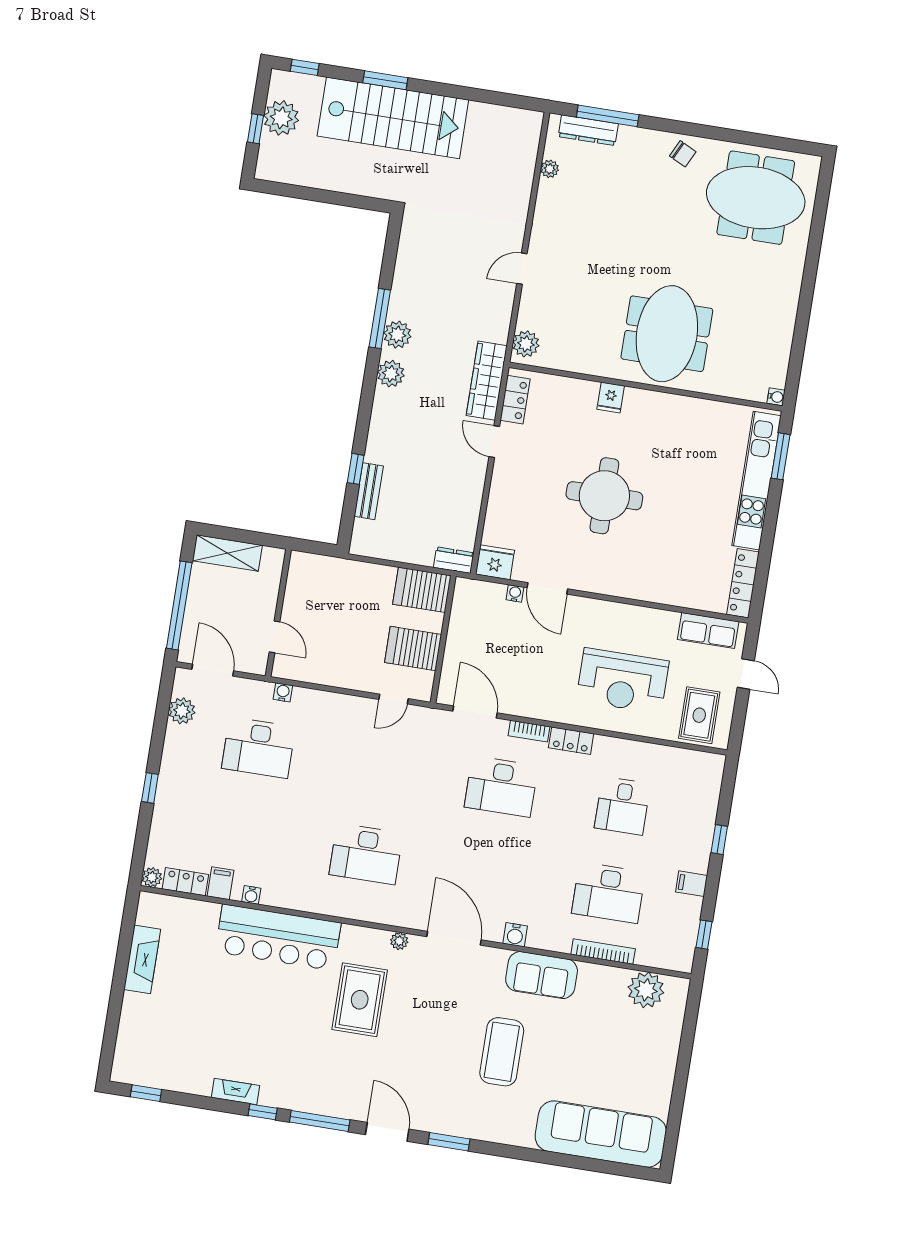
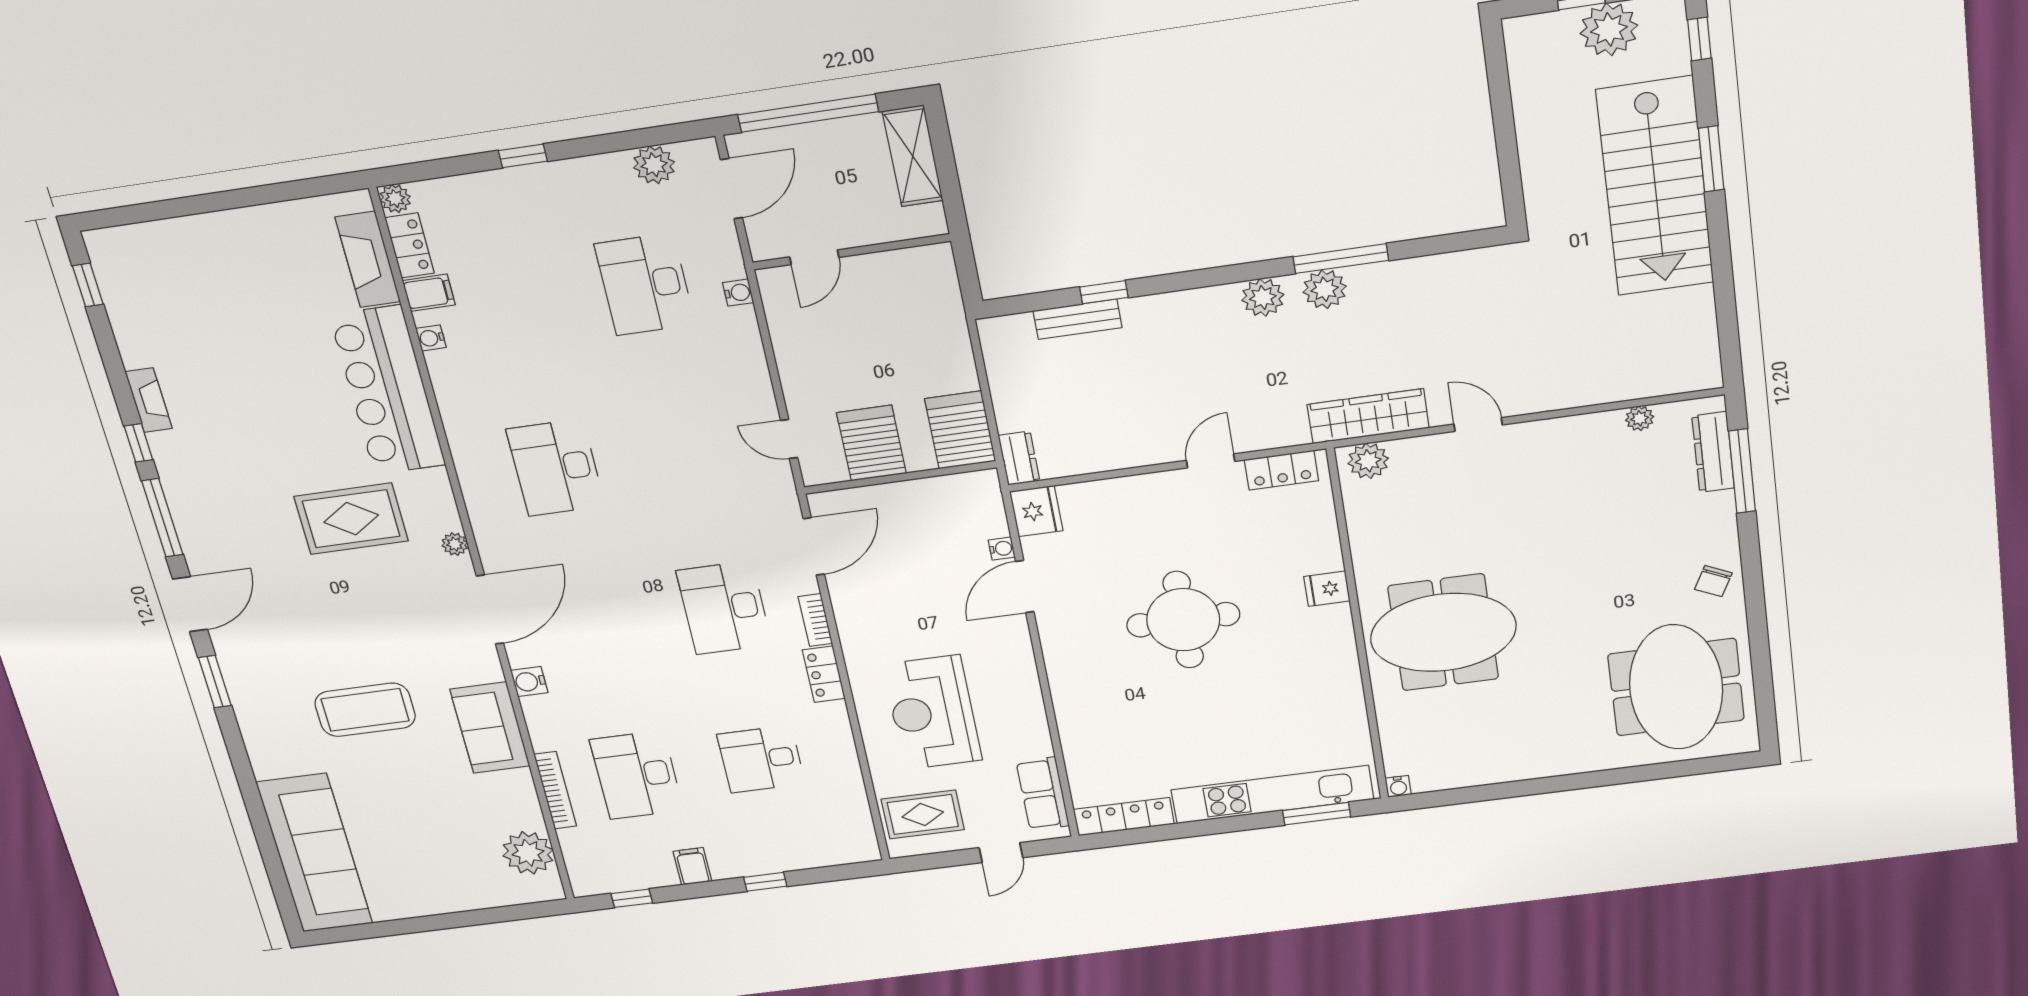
wardrobe: (487, 381) -> (1368, 416), moved
fireplace: (142, 959) -> (368, 259), moved, turned 90

